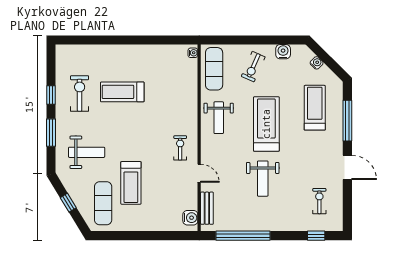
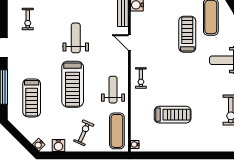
water cooler: (317, 63) -> (39, 145), moved
treadmill: (122, 92) -> (173, 115), moved
exercise bike: (180, 148) -> (141, 78), moved

